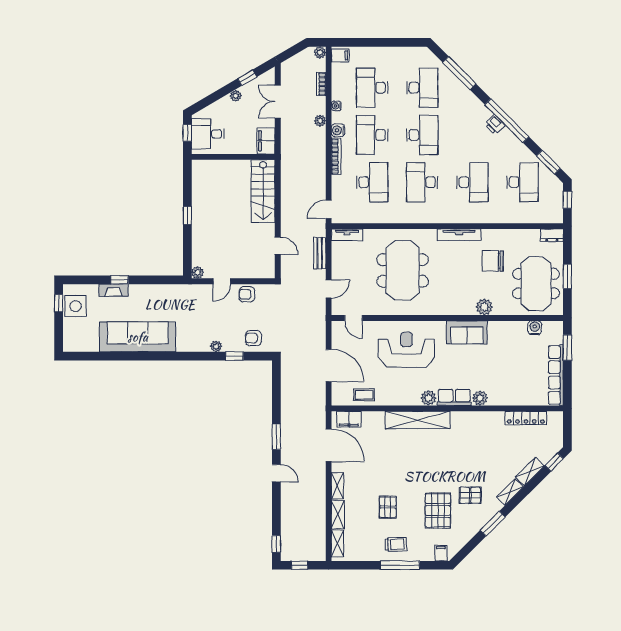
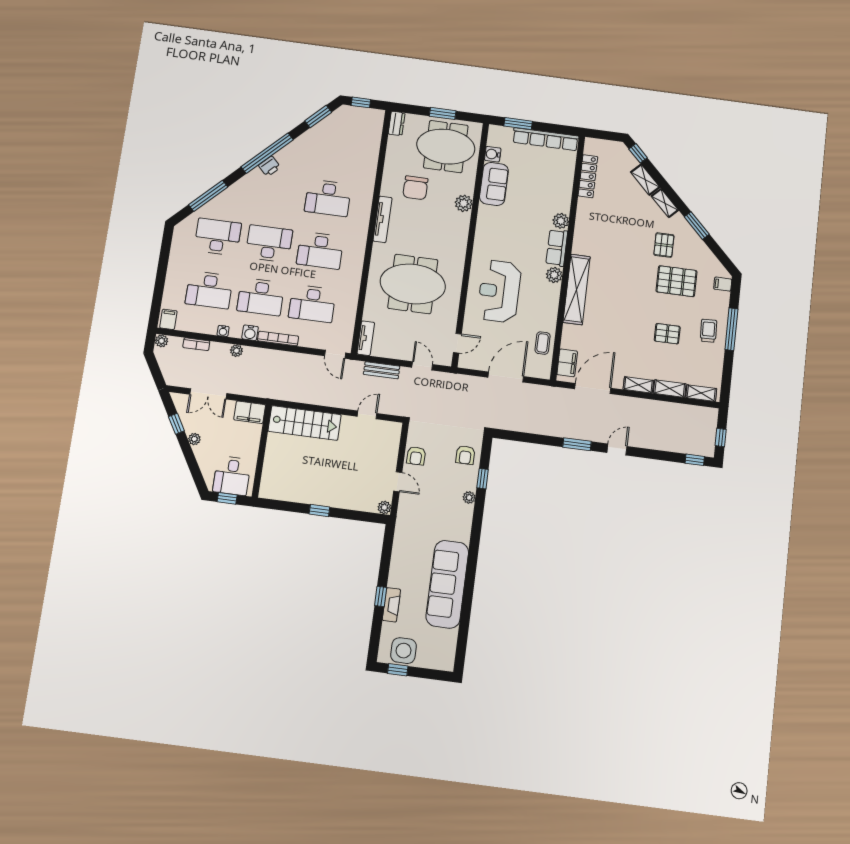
desk: (372, 182) -> (312, 304), turned 180
desk: (472, 182) -> (328, 198), turned 180
desk: (522, 182) -> (336, 146), removed
sofa: (467, 332) -> (494, 184), moved

